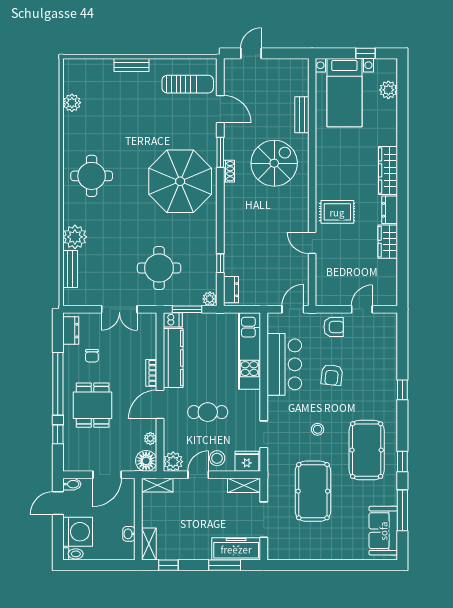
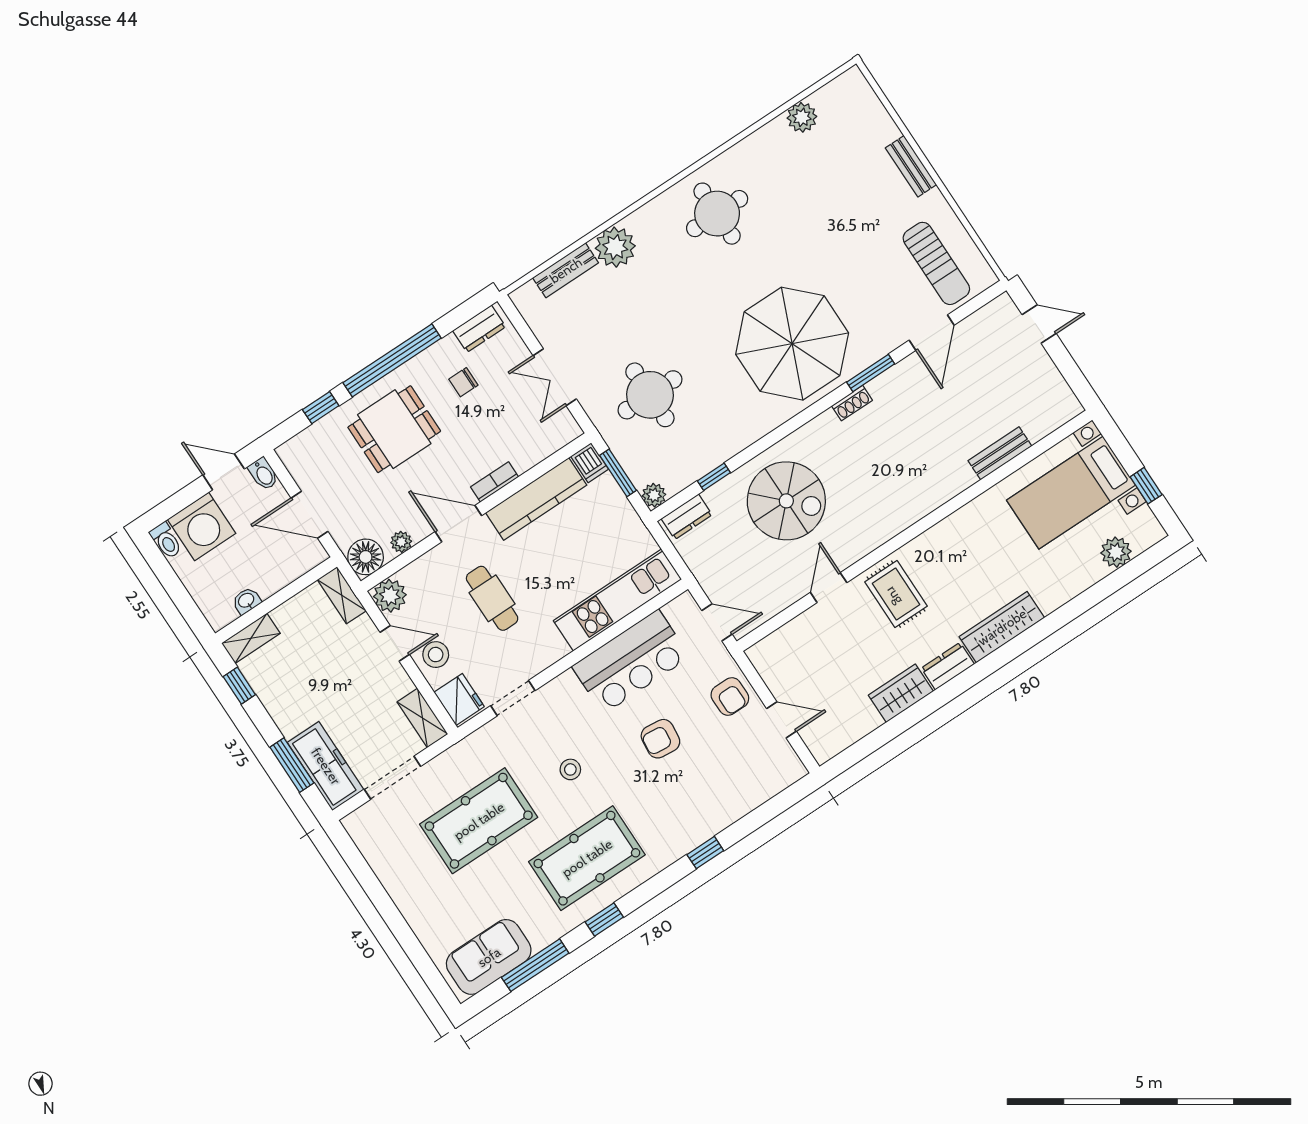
spiral stairs: (274, 163) -> (786, 501), moved

